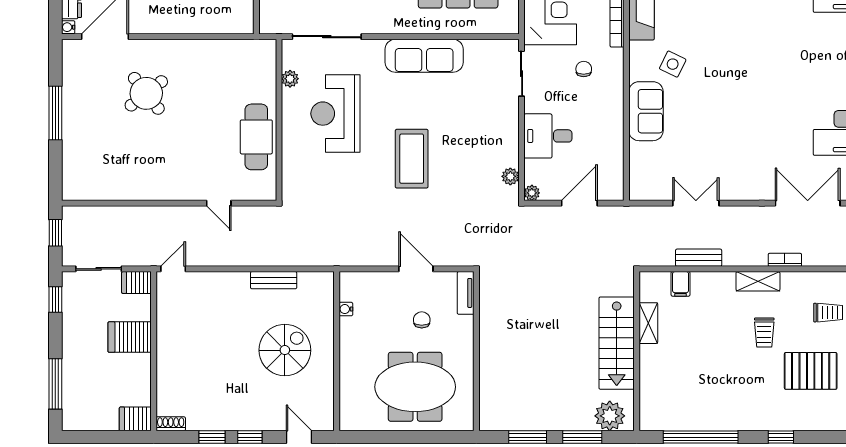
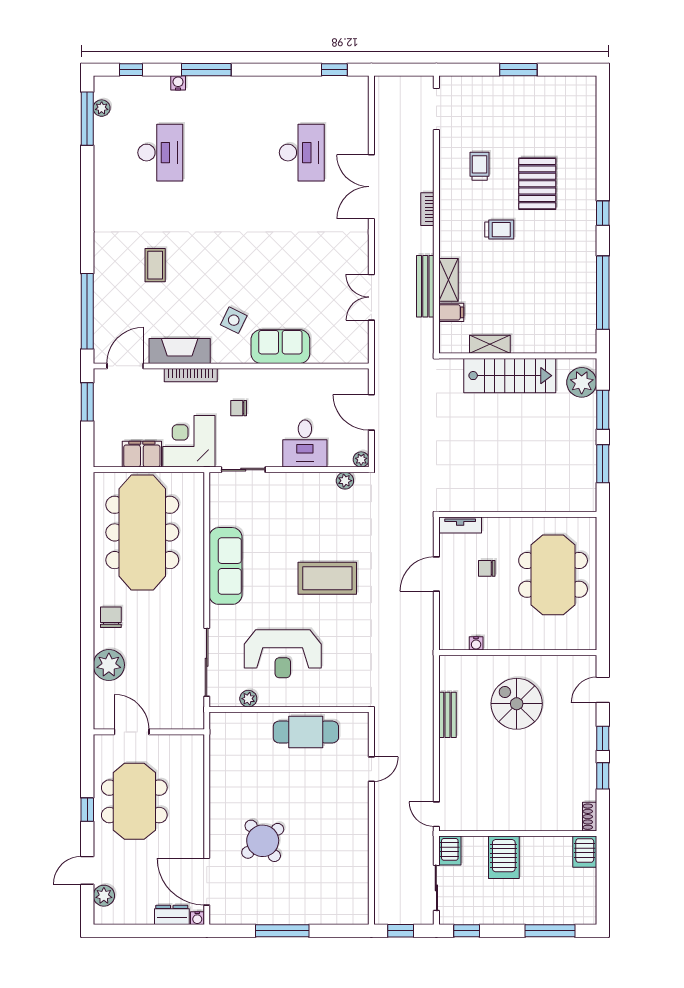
bench: (699, 258) -> (425, 286), width x1.36
shelving: (758, 281) -> (449, 280), moved

